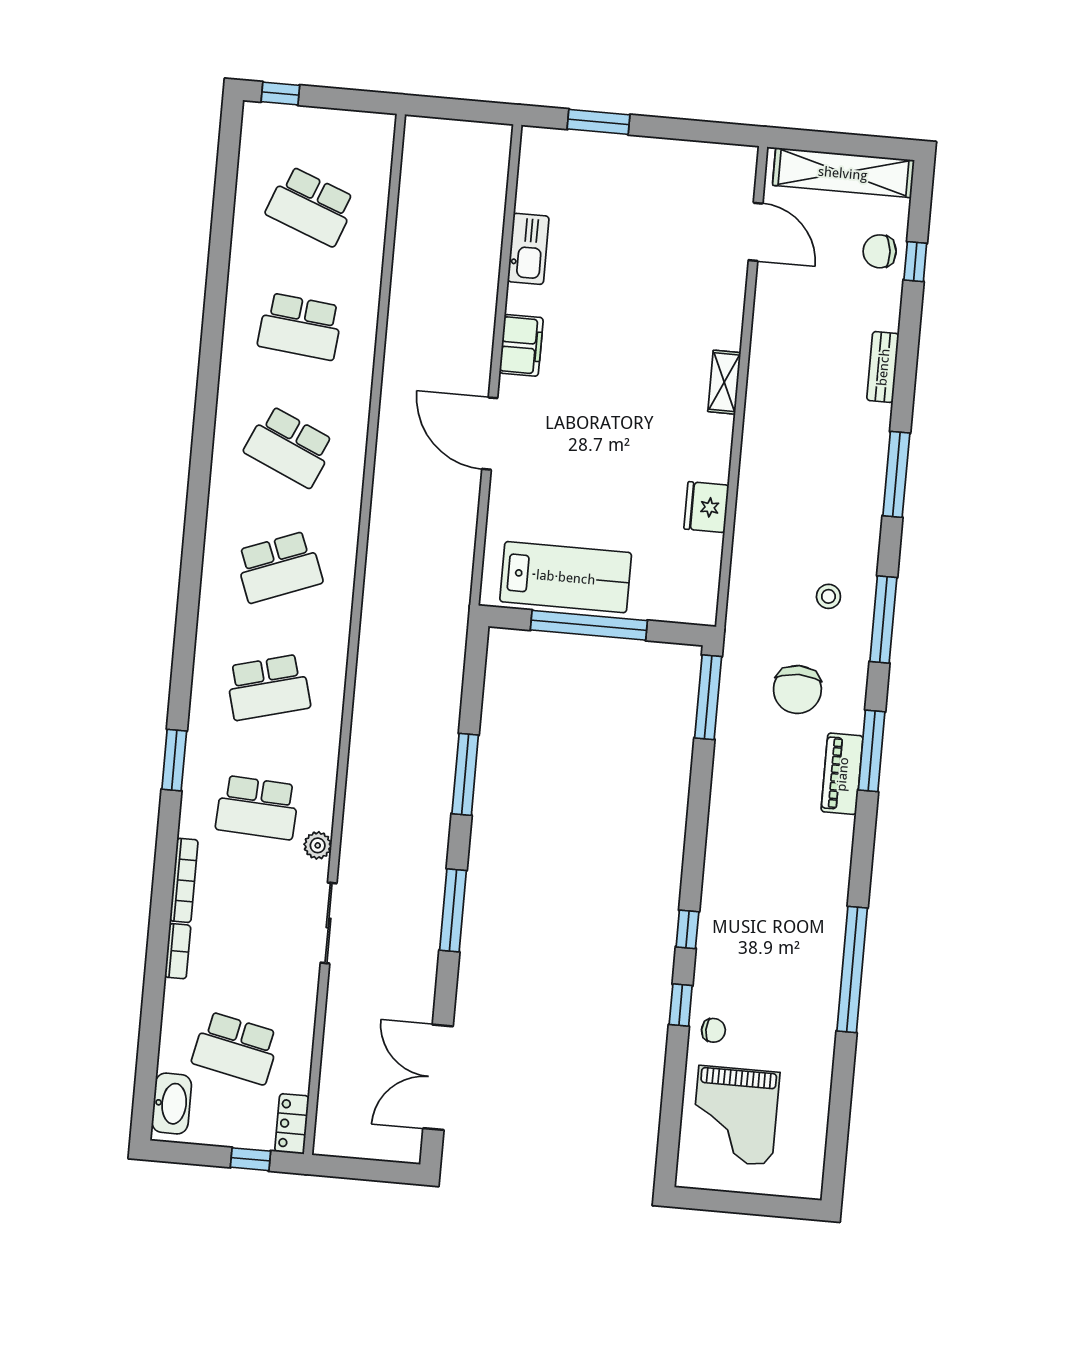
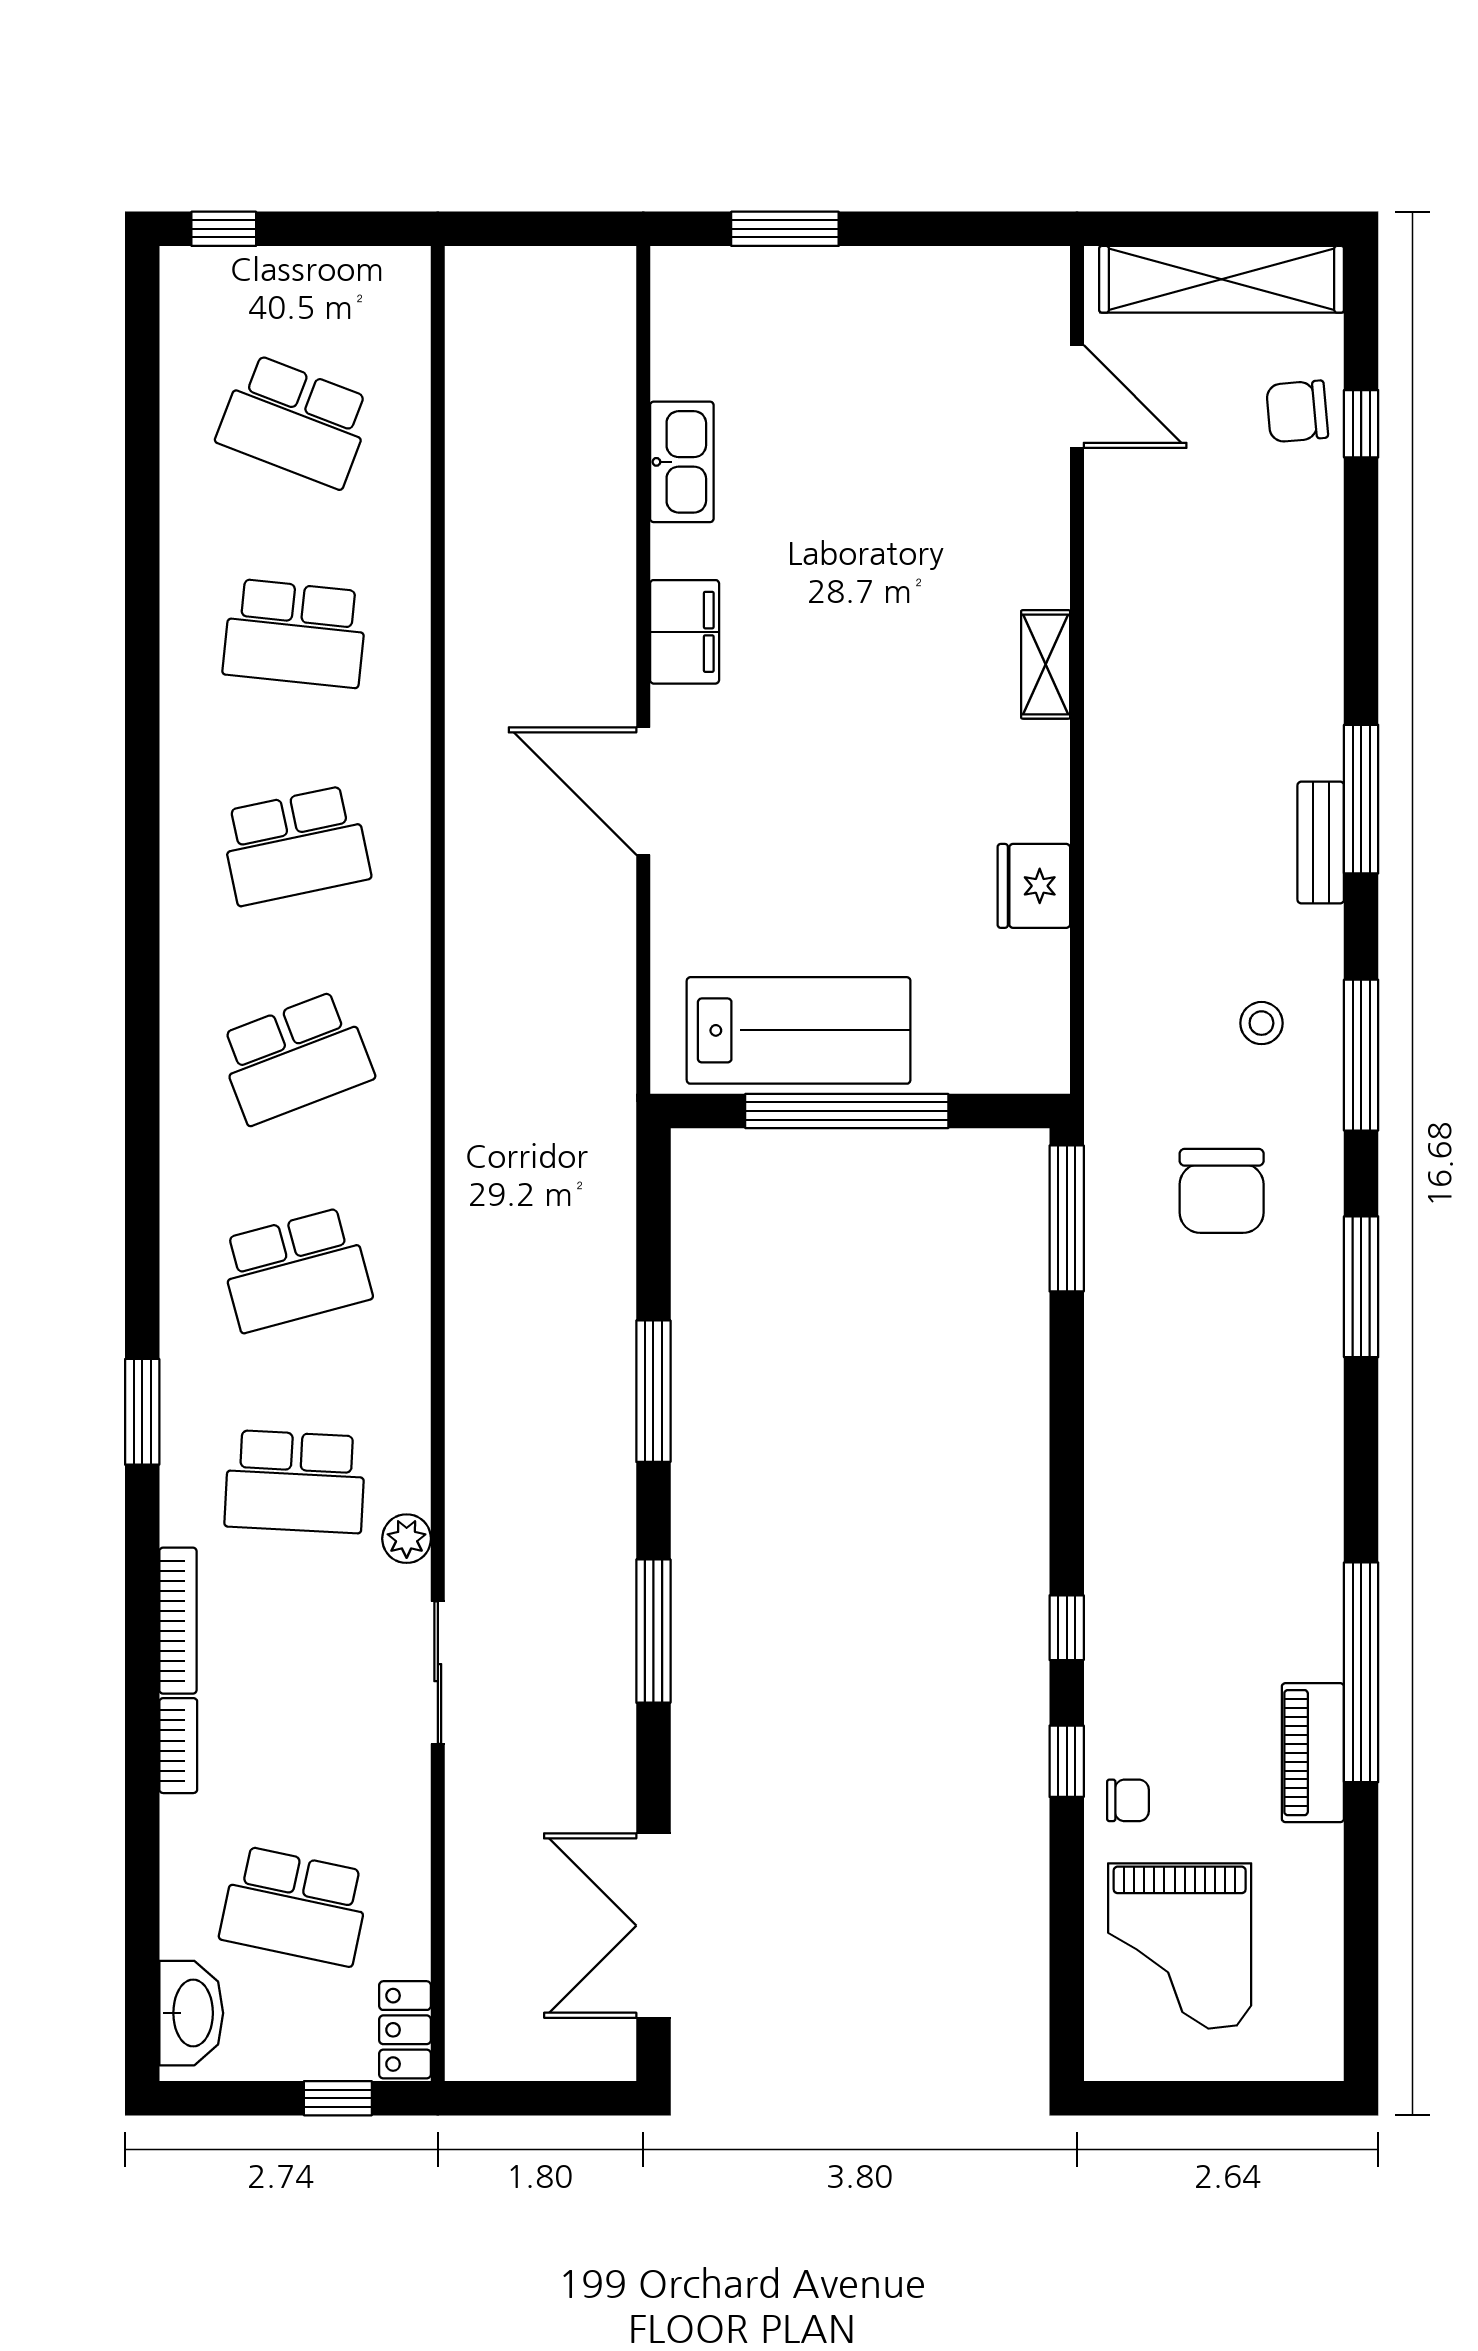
bench: (883, 367) -> (1321, 843), moved
school desk: (290, 447) -> (295, 845), turned -36
piano: (842, 774) -> (1313, 1753), moved

